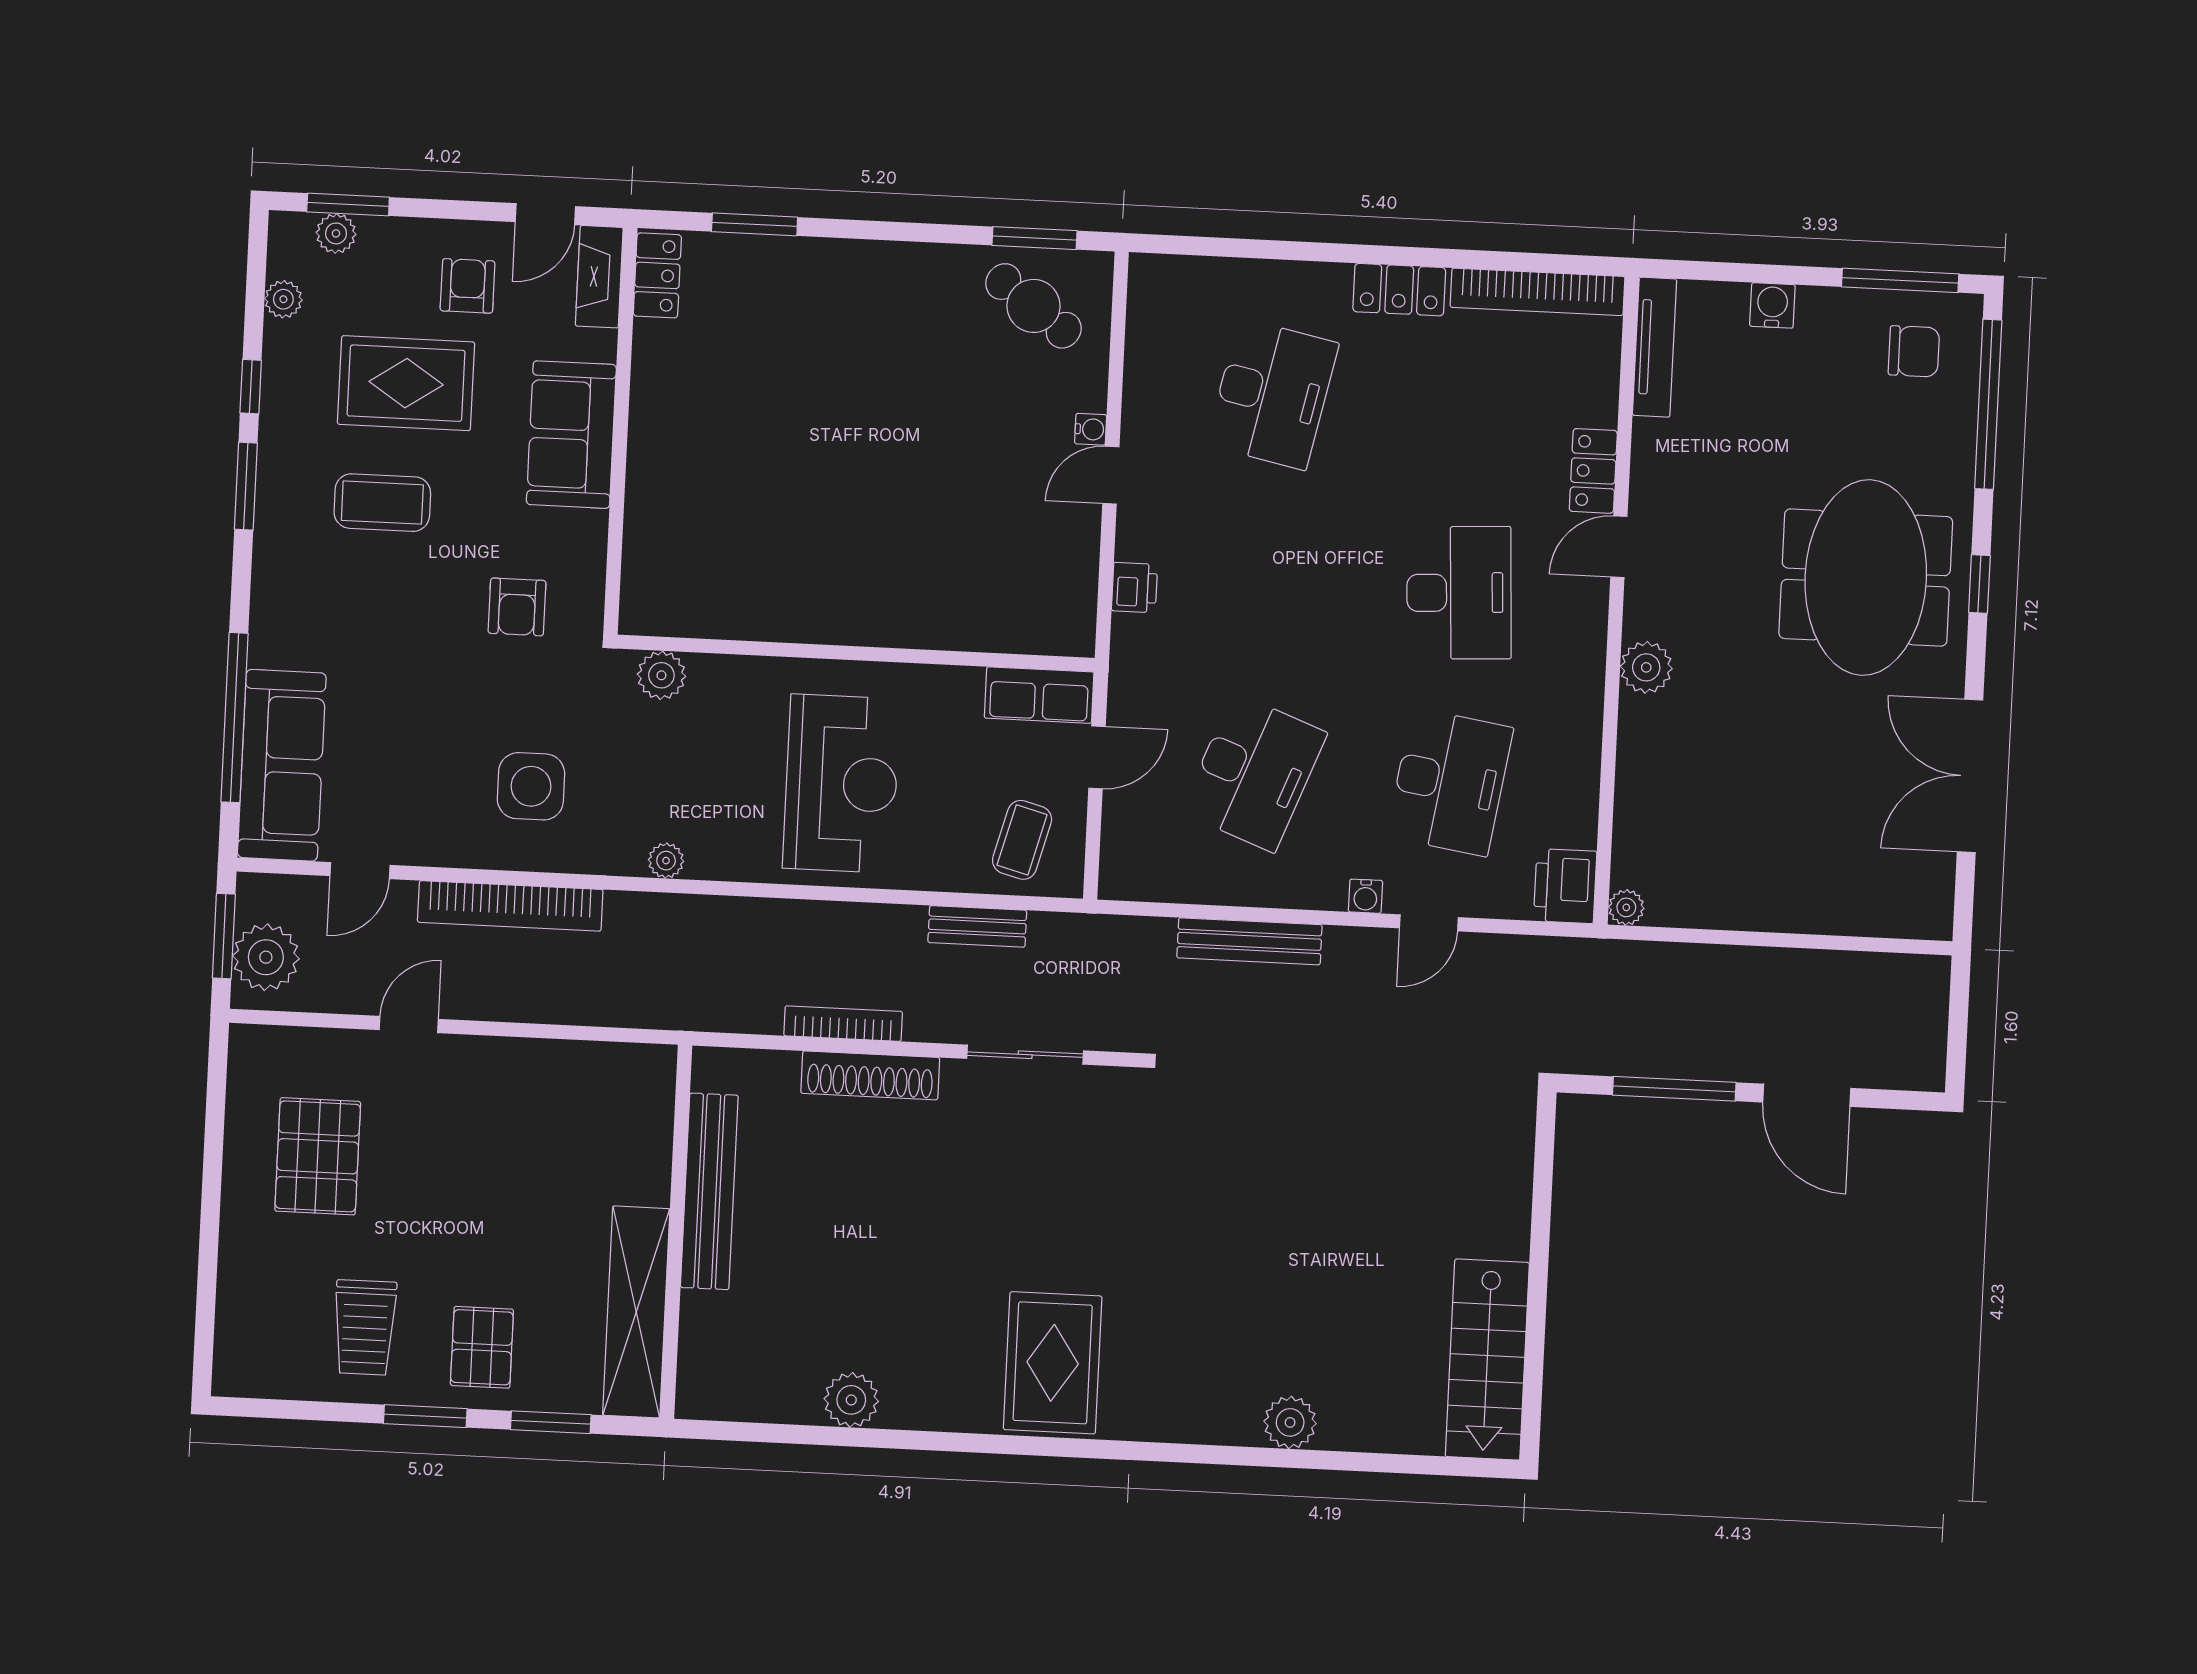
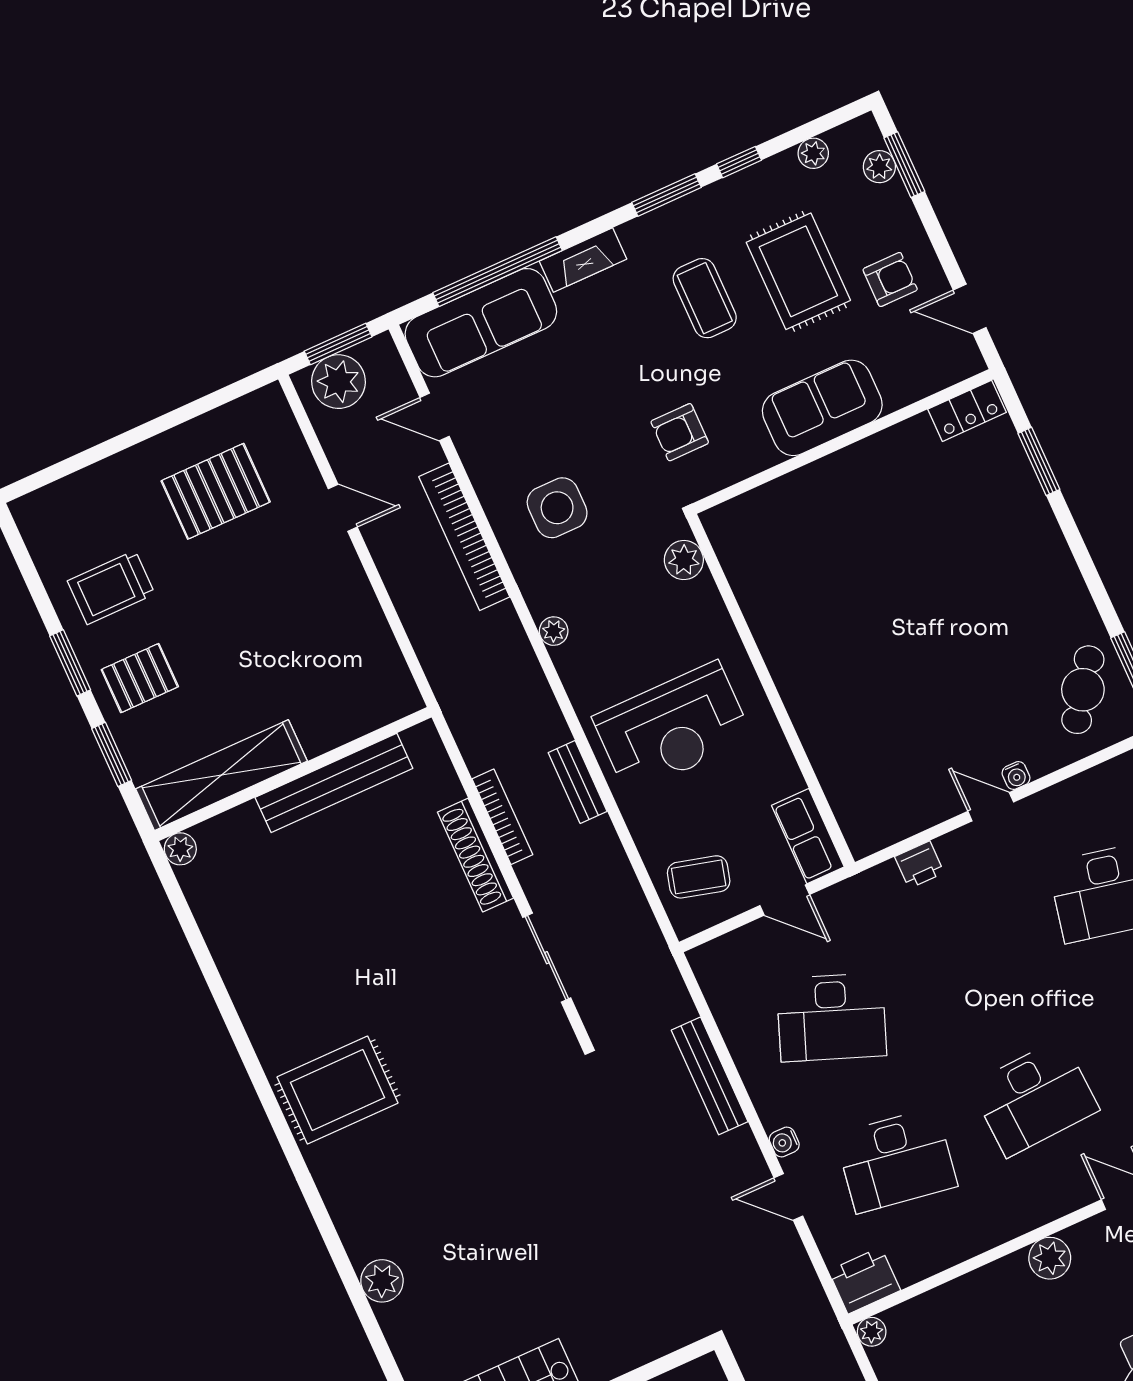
fireplace: (599, 277) -> (583, 260), moved, turned 180
bench: (977, 926) -> (578, 782), moved
plant: (851, 1400) -> (180, 849), moved, width x0.73, depth x0.73

